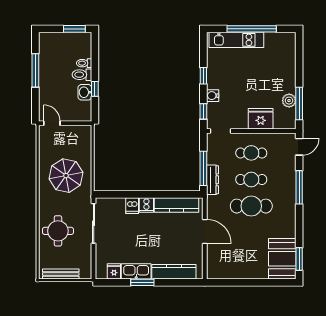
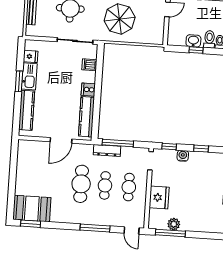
dishwasher: (132, 206) -> (89, 65), moved

